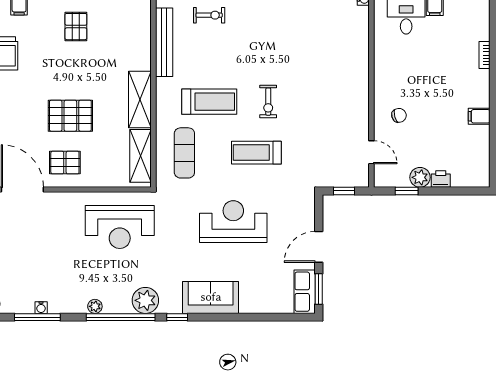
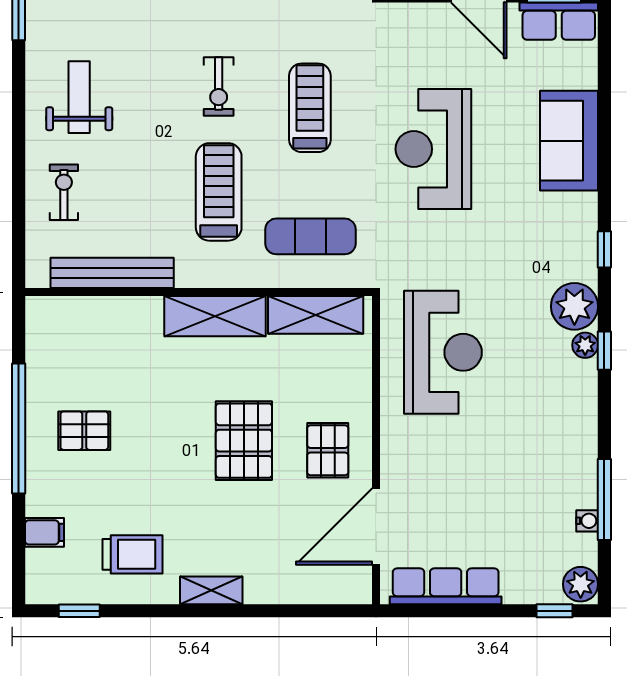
weight bench: (262, 24) -> (79, 97), added
exercise bike: (268, 102) -> (219, 87), turned 90
treadmill: (256, 153) -> (310, 108), turned 180
sofa: (211, 297) -> (569, 141), moved
plant: (95, 306) -> (585, 345), moved
water cooler: (41, 308) -> (587, 521), moved
window: (121, 317) -> (604, 351), width x0.32

